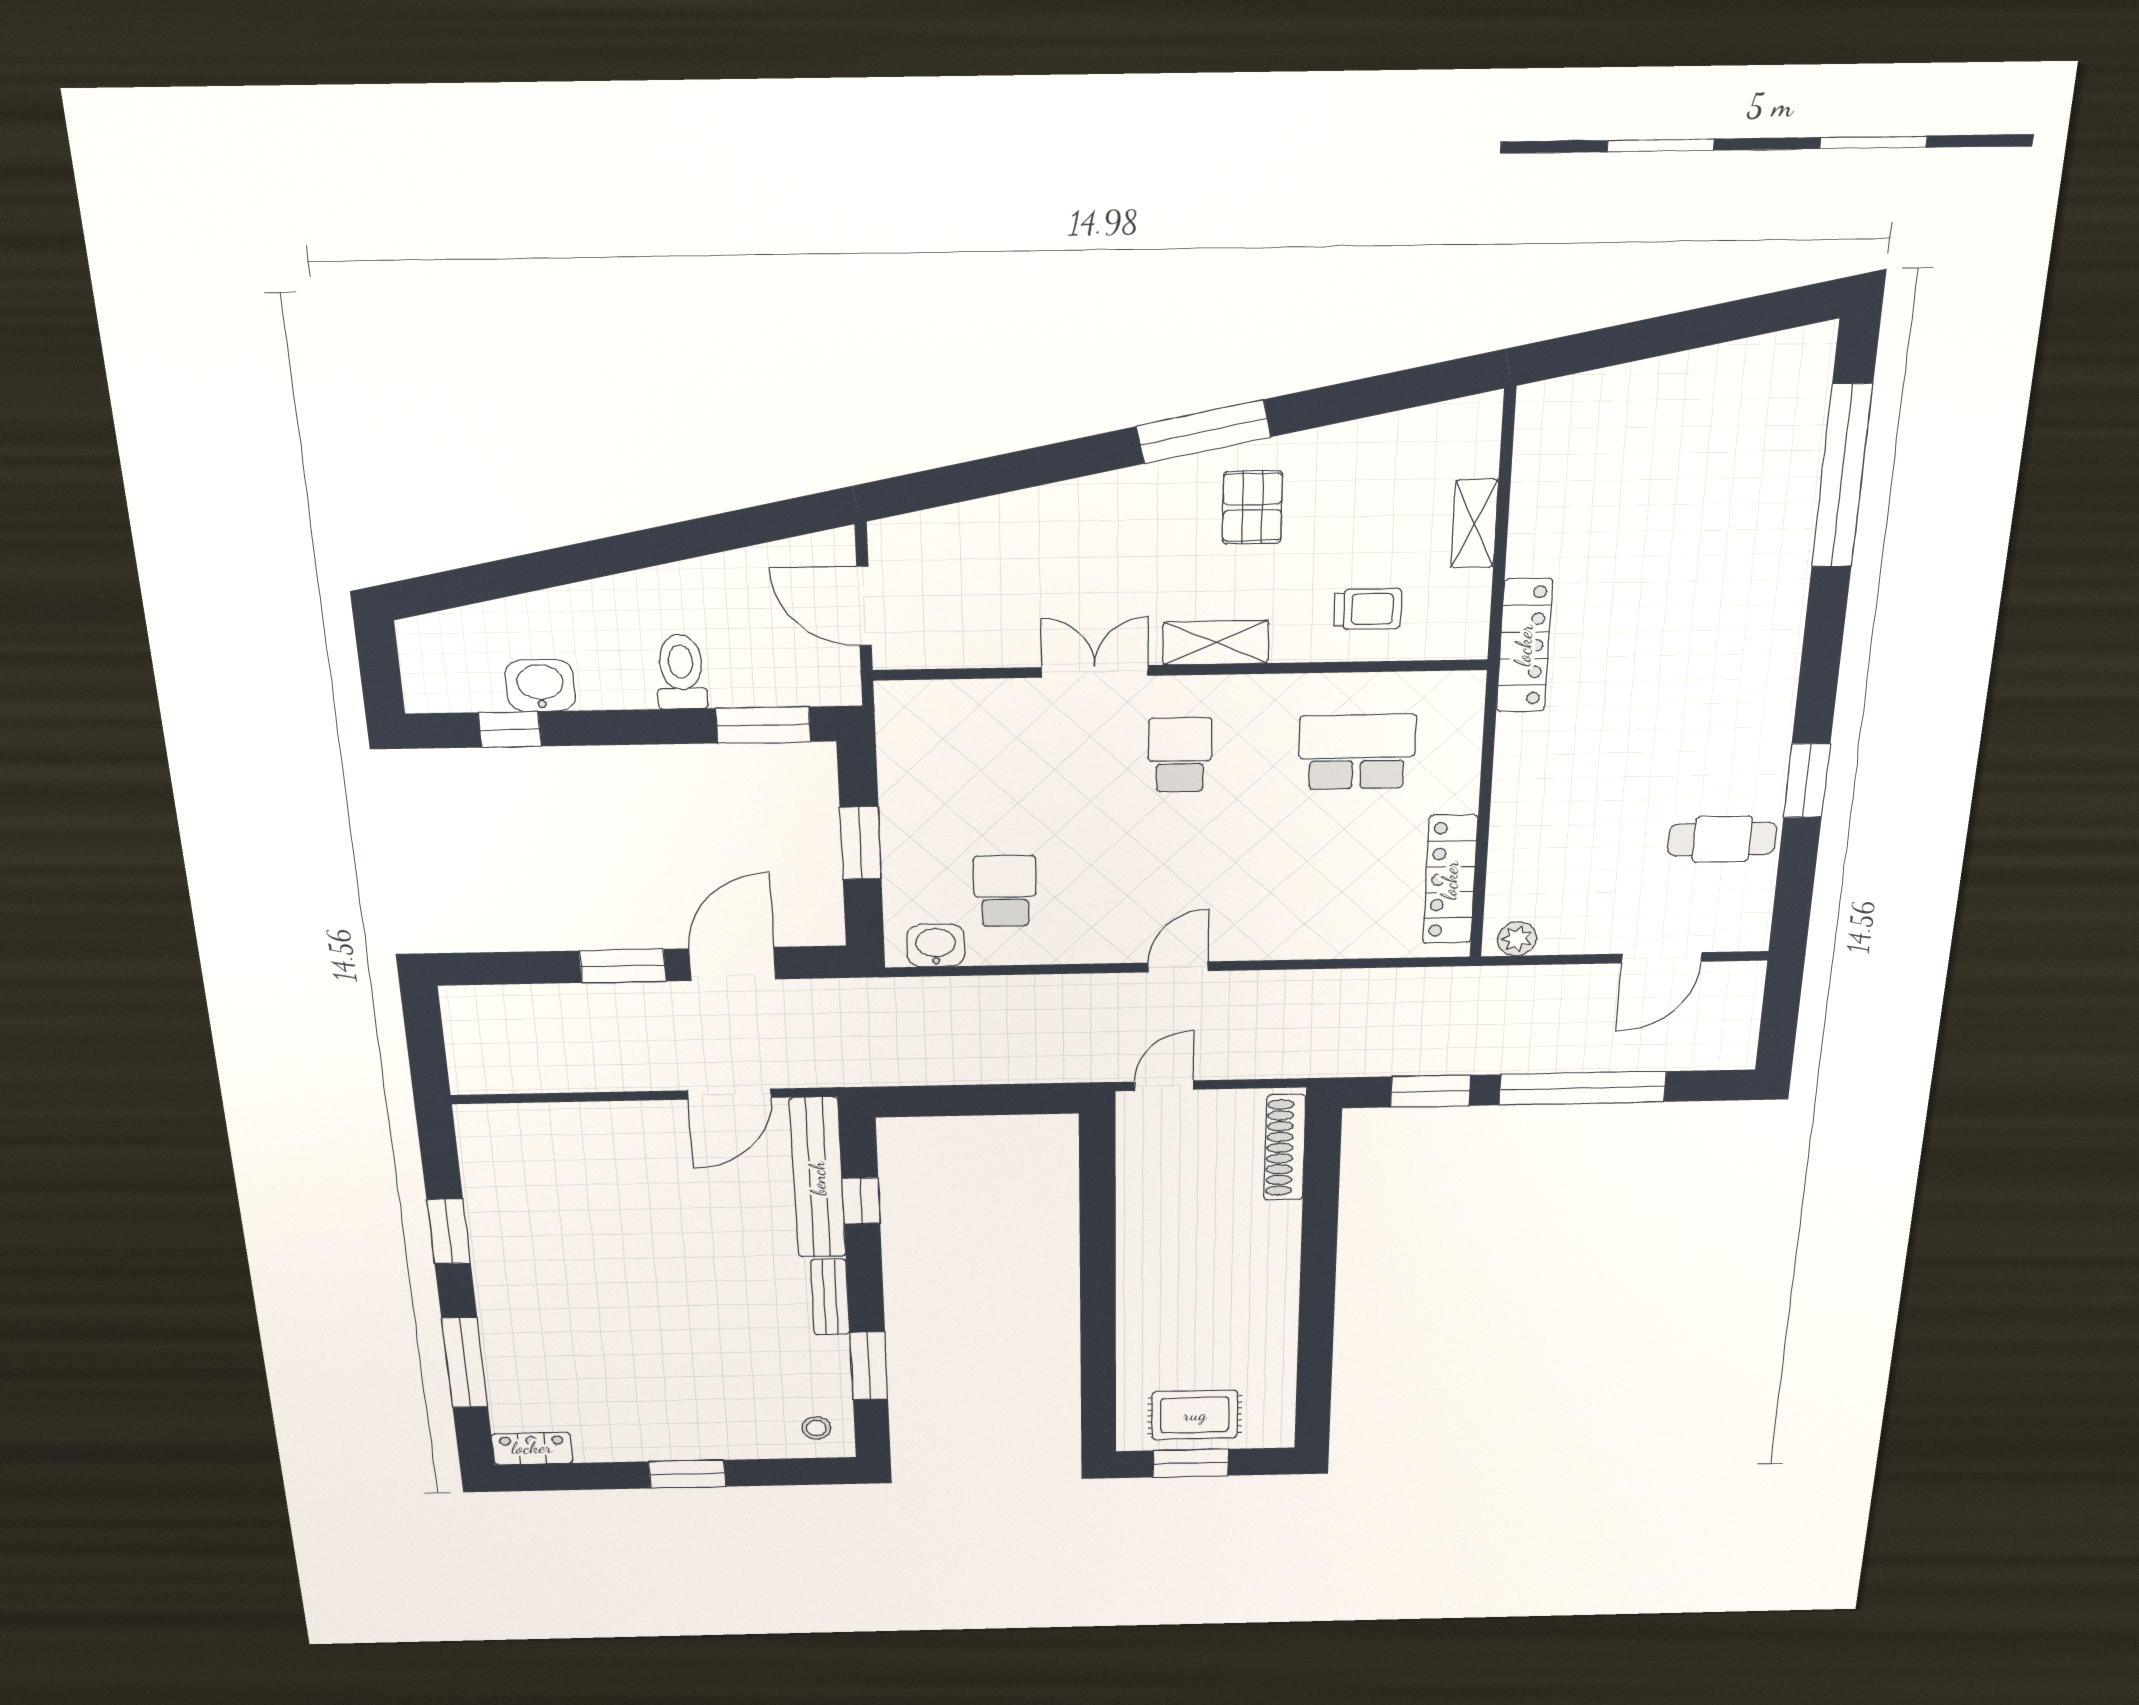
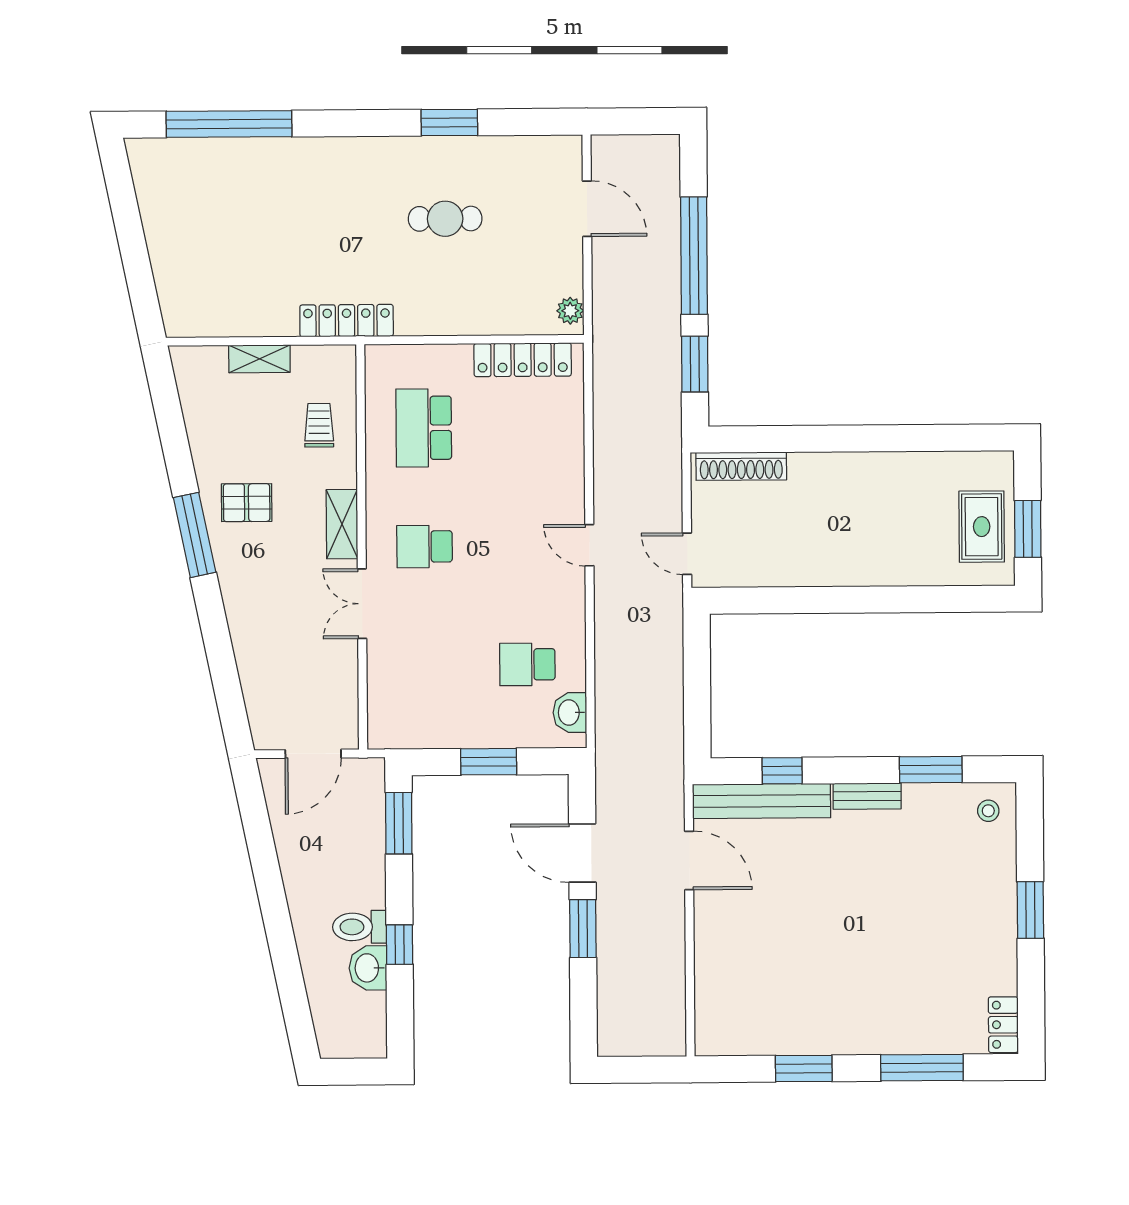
toilet: (681, 672) -> (360, 927), moved
window: (510, 729) -> (400, 945), moved
cafe table: (1722, 839) -> (445, 219), moved, turned 90

